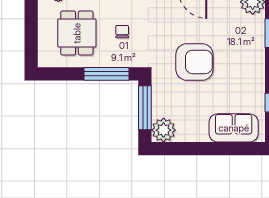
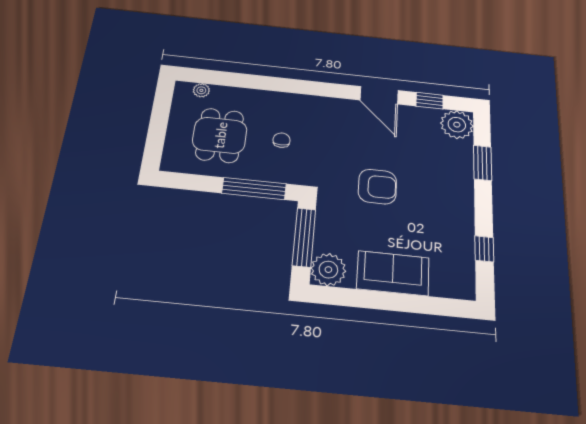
armchair: (194, 62) -> (377, 187), width x0.73, depth x0.73
sofa: (234, 128) -> (393, 273), moved

